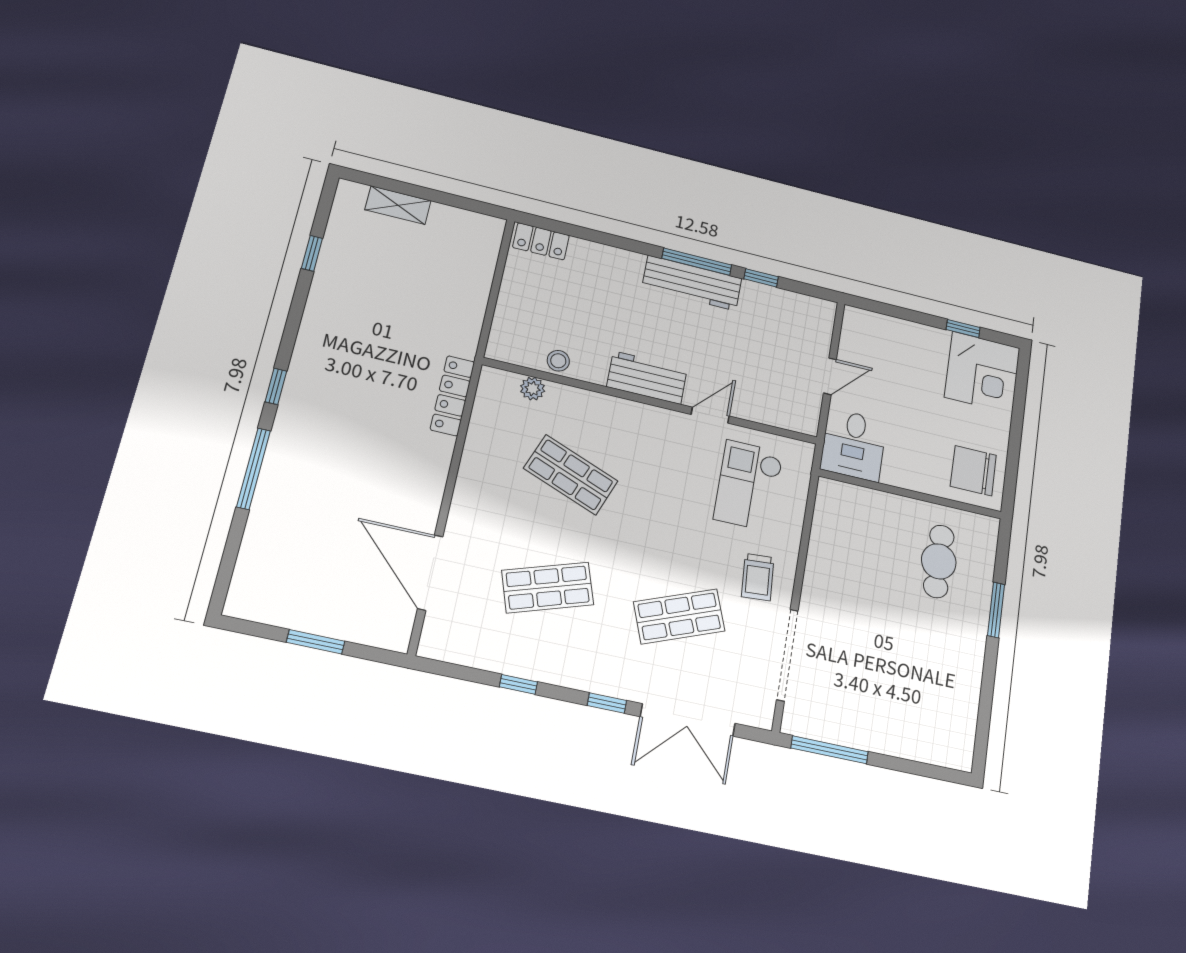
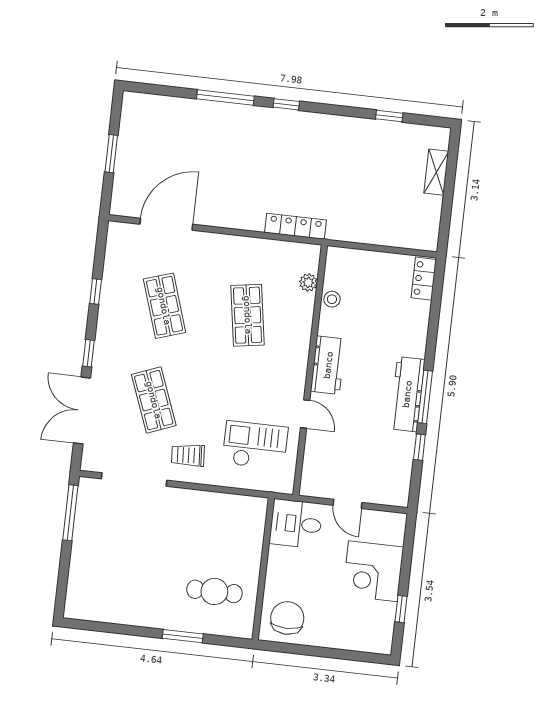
corner desk: (982, 372) -> (373, 571), moved
shop shelf: (571, 475) -> (248, 315), turned -30

